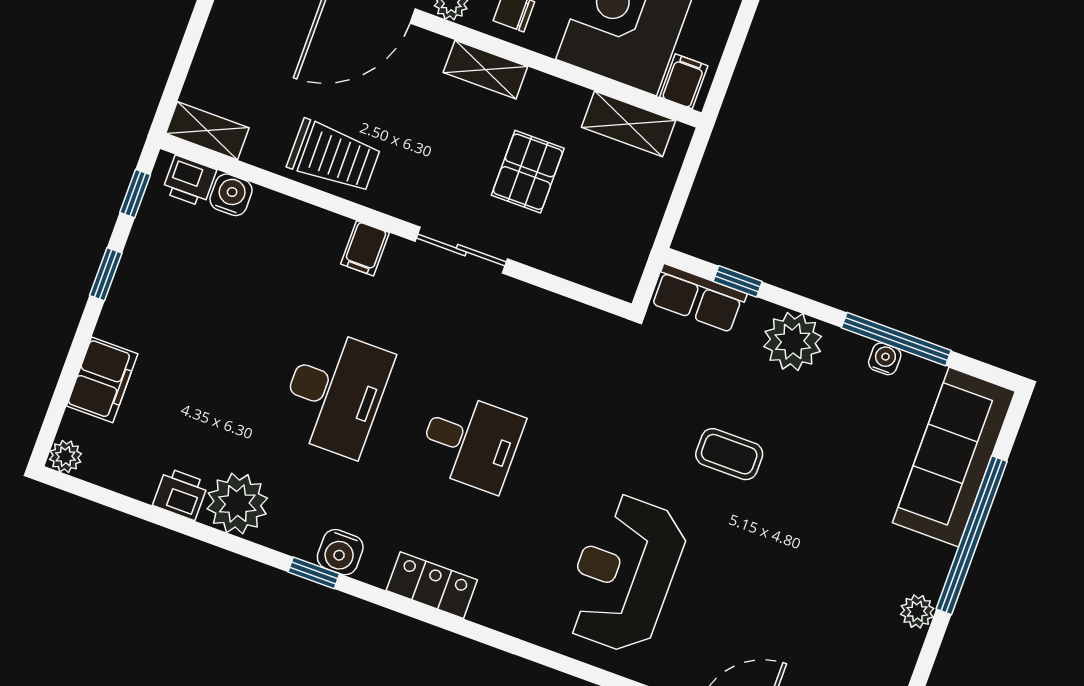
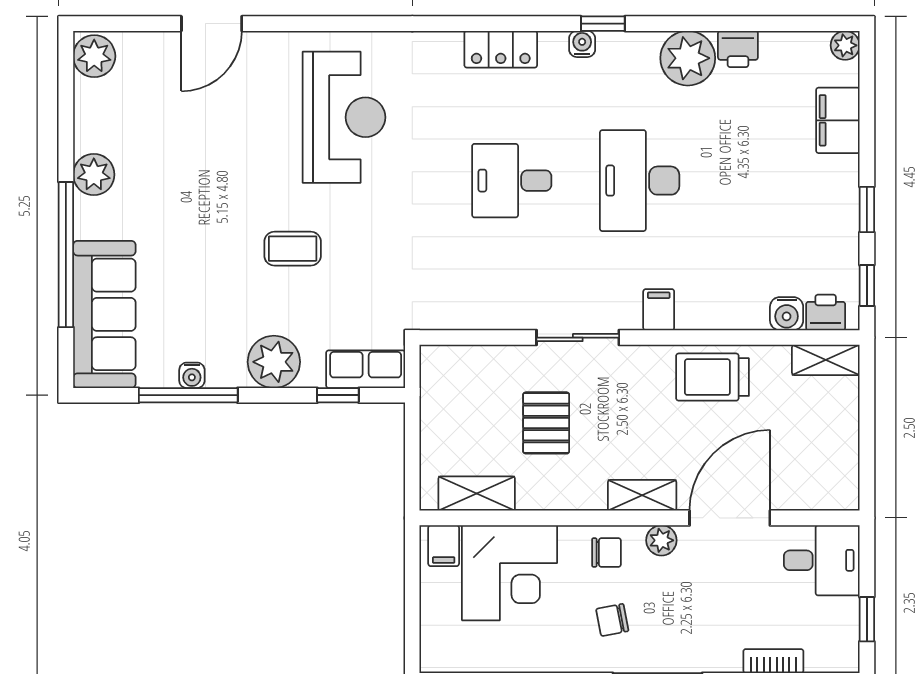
shelving: (485, 70) -> (642, 495), moved
water cooler: (340, 552) -> (582, 44), width x0.72, depth x0.72
plant: (917, 611) -> (94, 175), width x1.38, depth x1.38

